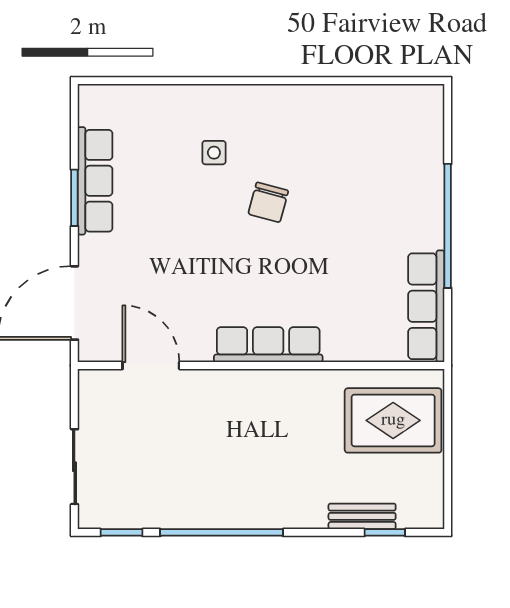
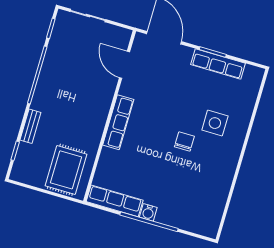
side table: (214, 153) -> (215, 123), width x1.87, depth x1.87
chair: (268, 202) -> (184, 142), turned 75
water cooler: (430, 233) -> (148, 212), added
door: (151, 365) -> (124, 65), swing flipped
bench: (362, 516) -> (30, 126), moved

